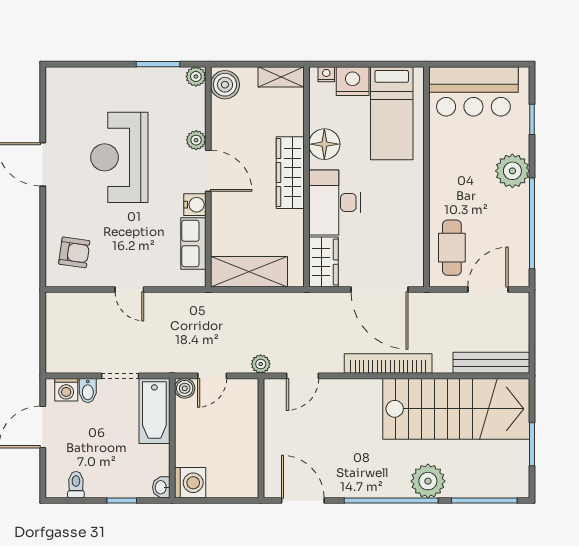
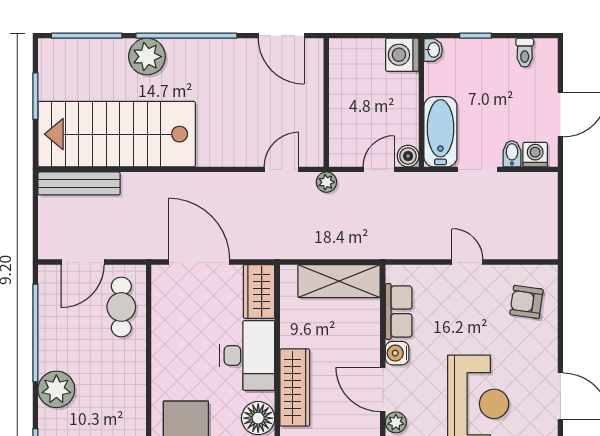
bookcase: (388, 364) -> (190, 183), removed

